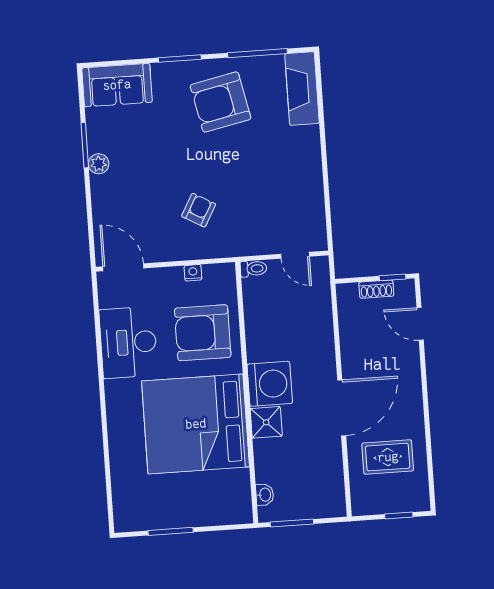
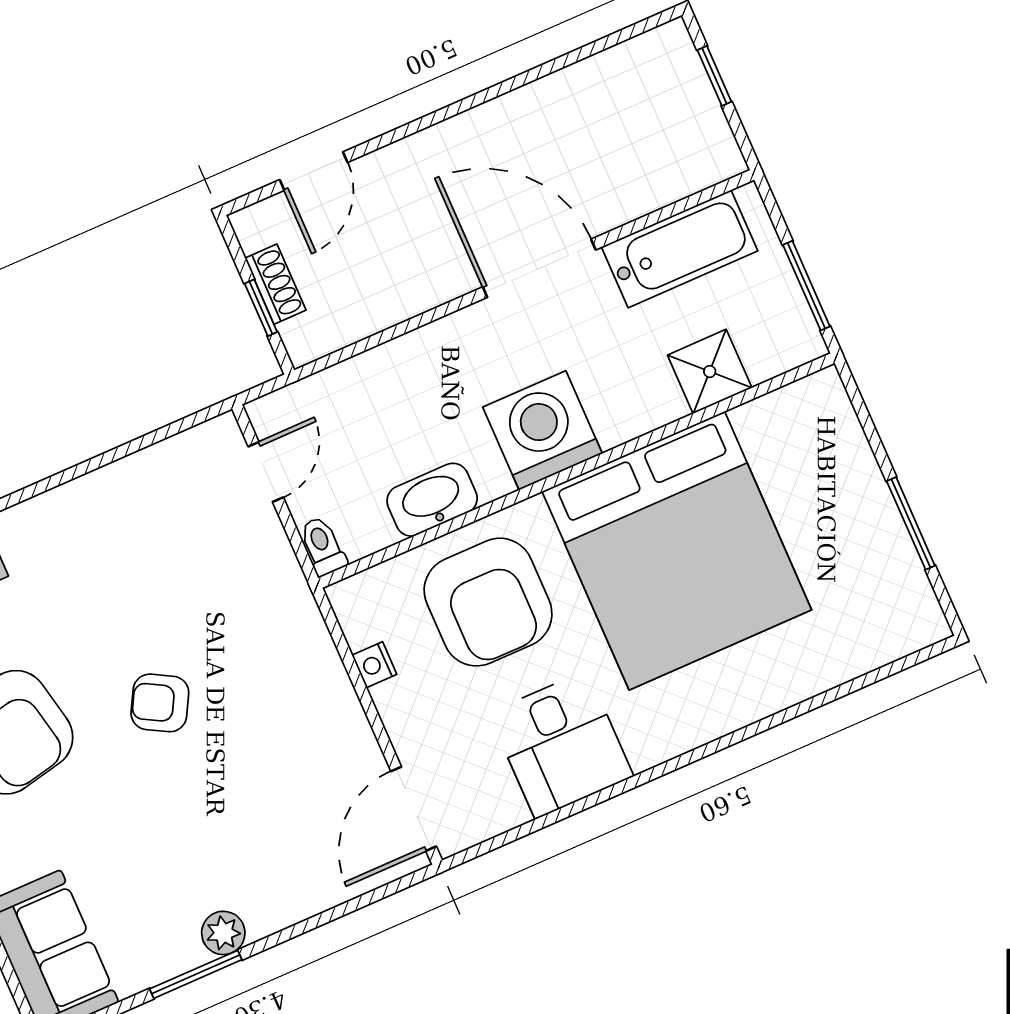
armchair: (199, 210) -> (160, 703), moved
window: (393, 277) -> (261, 308), moved
desk: (128, 342) -> (561, 745), width x0.73
shower: (266, 422) -> (710, 372), moved
rug: (388, 457) -> (605, 140), removed
bathtub: (328, 473) -> (679, 249), added
washbasin: (265, 495) -> (432, 500), moved, width x1.91, depth x1.45

